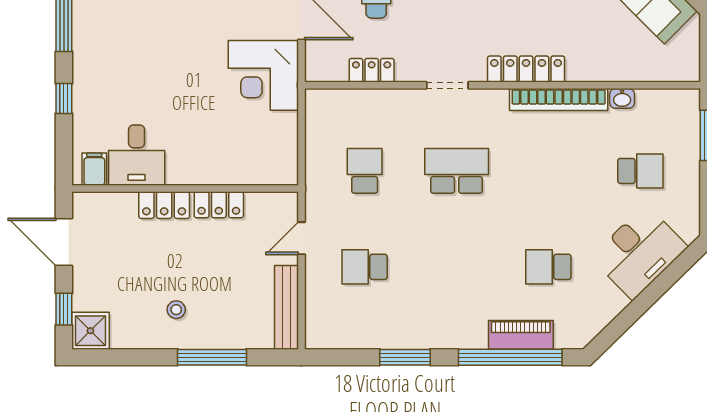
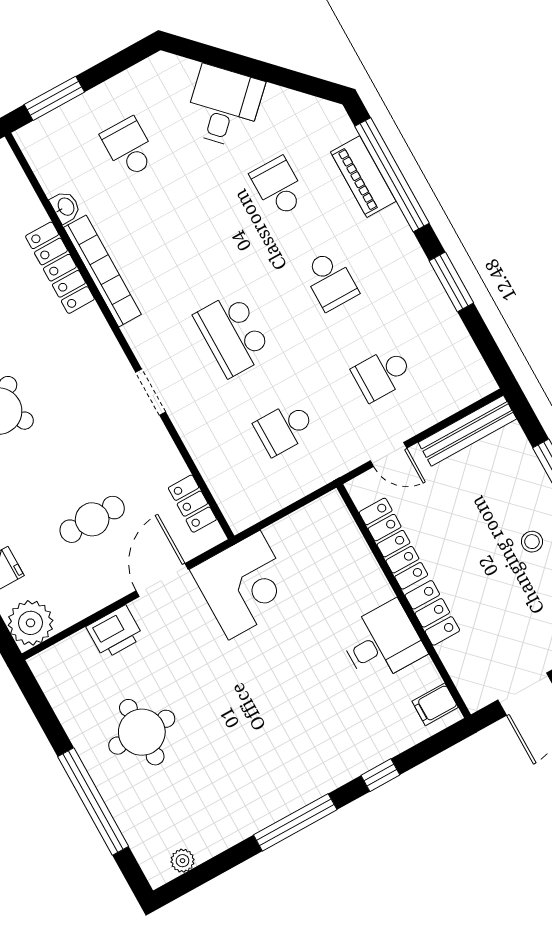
locker: (526, 69) -> (60, 268), moved
locker: (372, 70) -> (192, 504), moved
desk: (137, 155) -> (382, 642), moved
locker: (219, 205) -> (393, 544), width x1.53
desk: (639, 252) -> (224, 106), width x0.73
school desk: (365, 267) -> (382, 374), turned 90
school desk: (457, 267) -> (330, 280), added
school desk: (548, 267) -> (278, 187), turned 180

